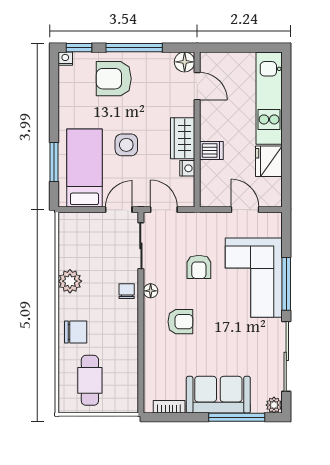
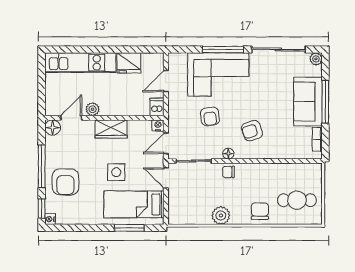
plant: (208, 114) -> (93, 109), added
dishwasher: (211, 150) -> (157, 107), moved
nightstand: (187, 168) -> (158, 125), moved
armchair: (199, 267) -> (210, 117), turned 82
armchair: (180, 322) -> (252, 131), turned -109
window: (237, 417) -> (325, 102), moved

